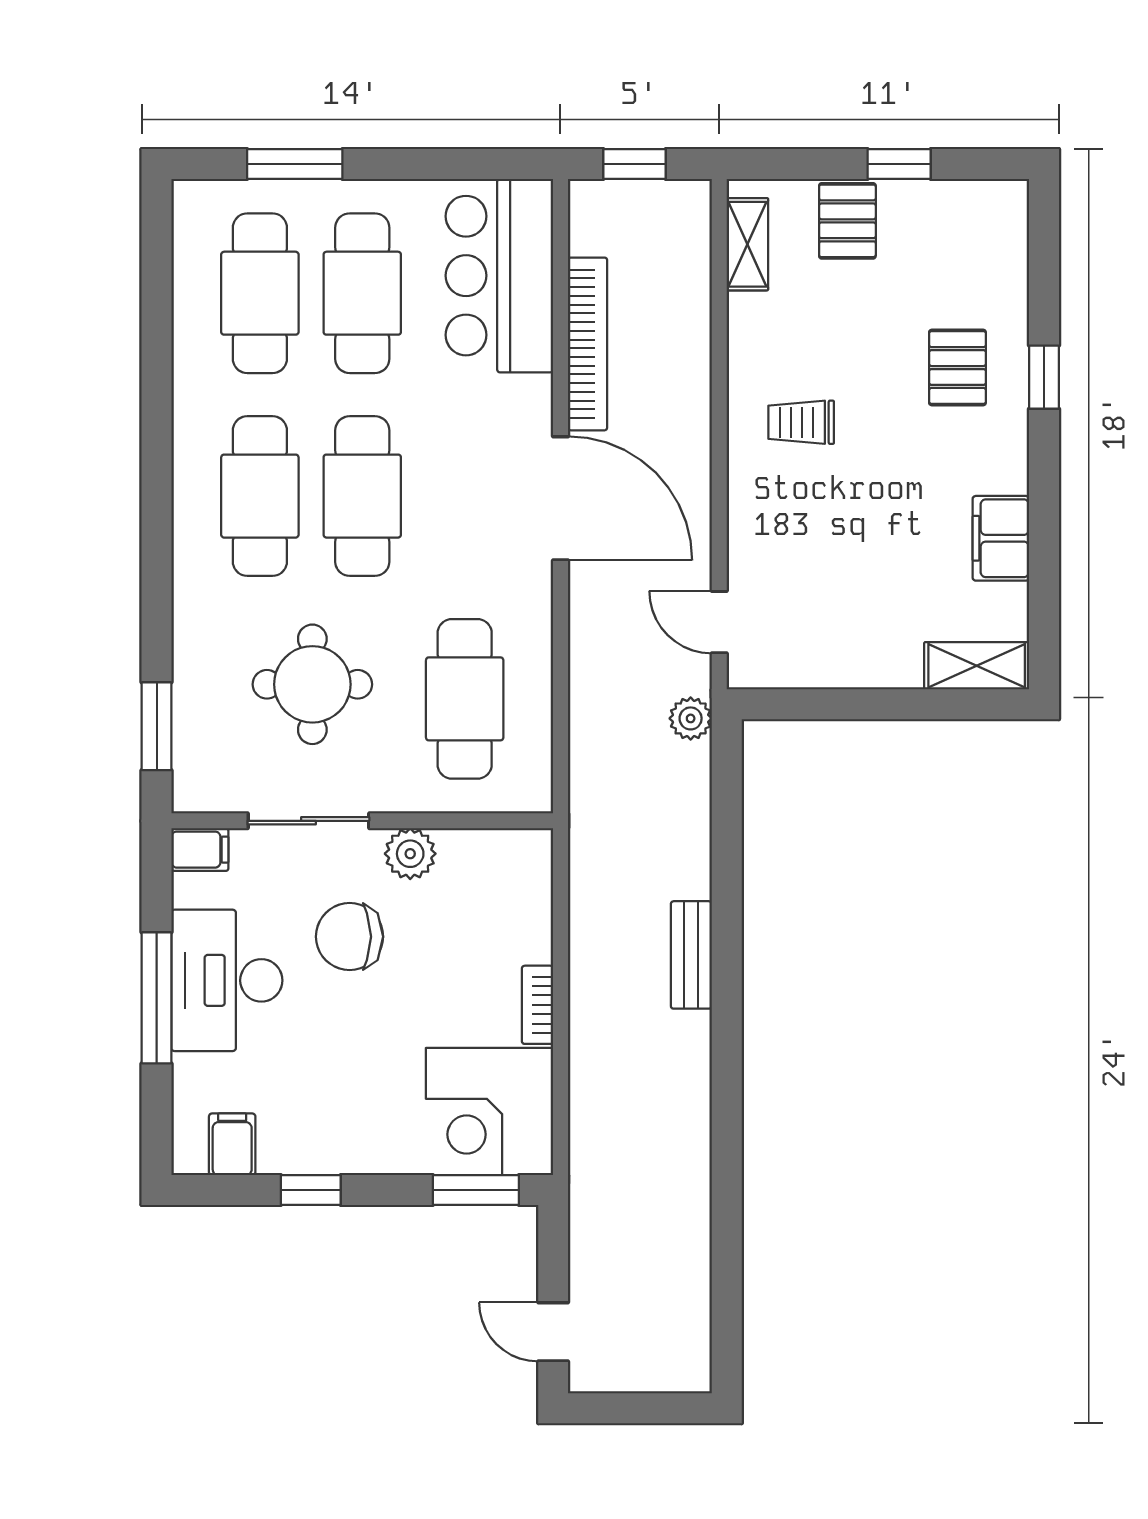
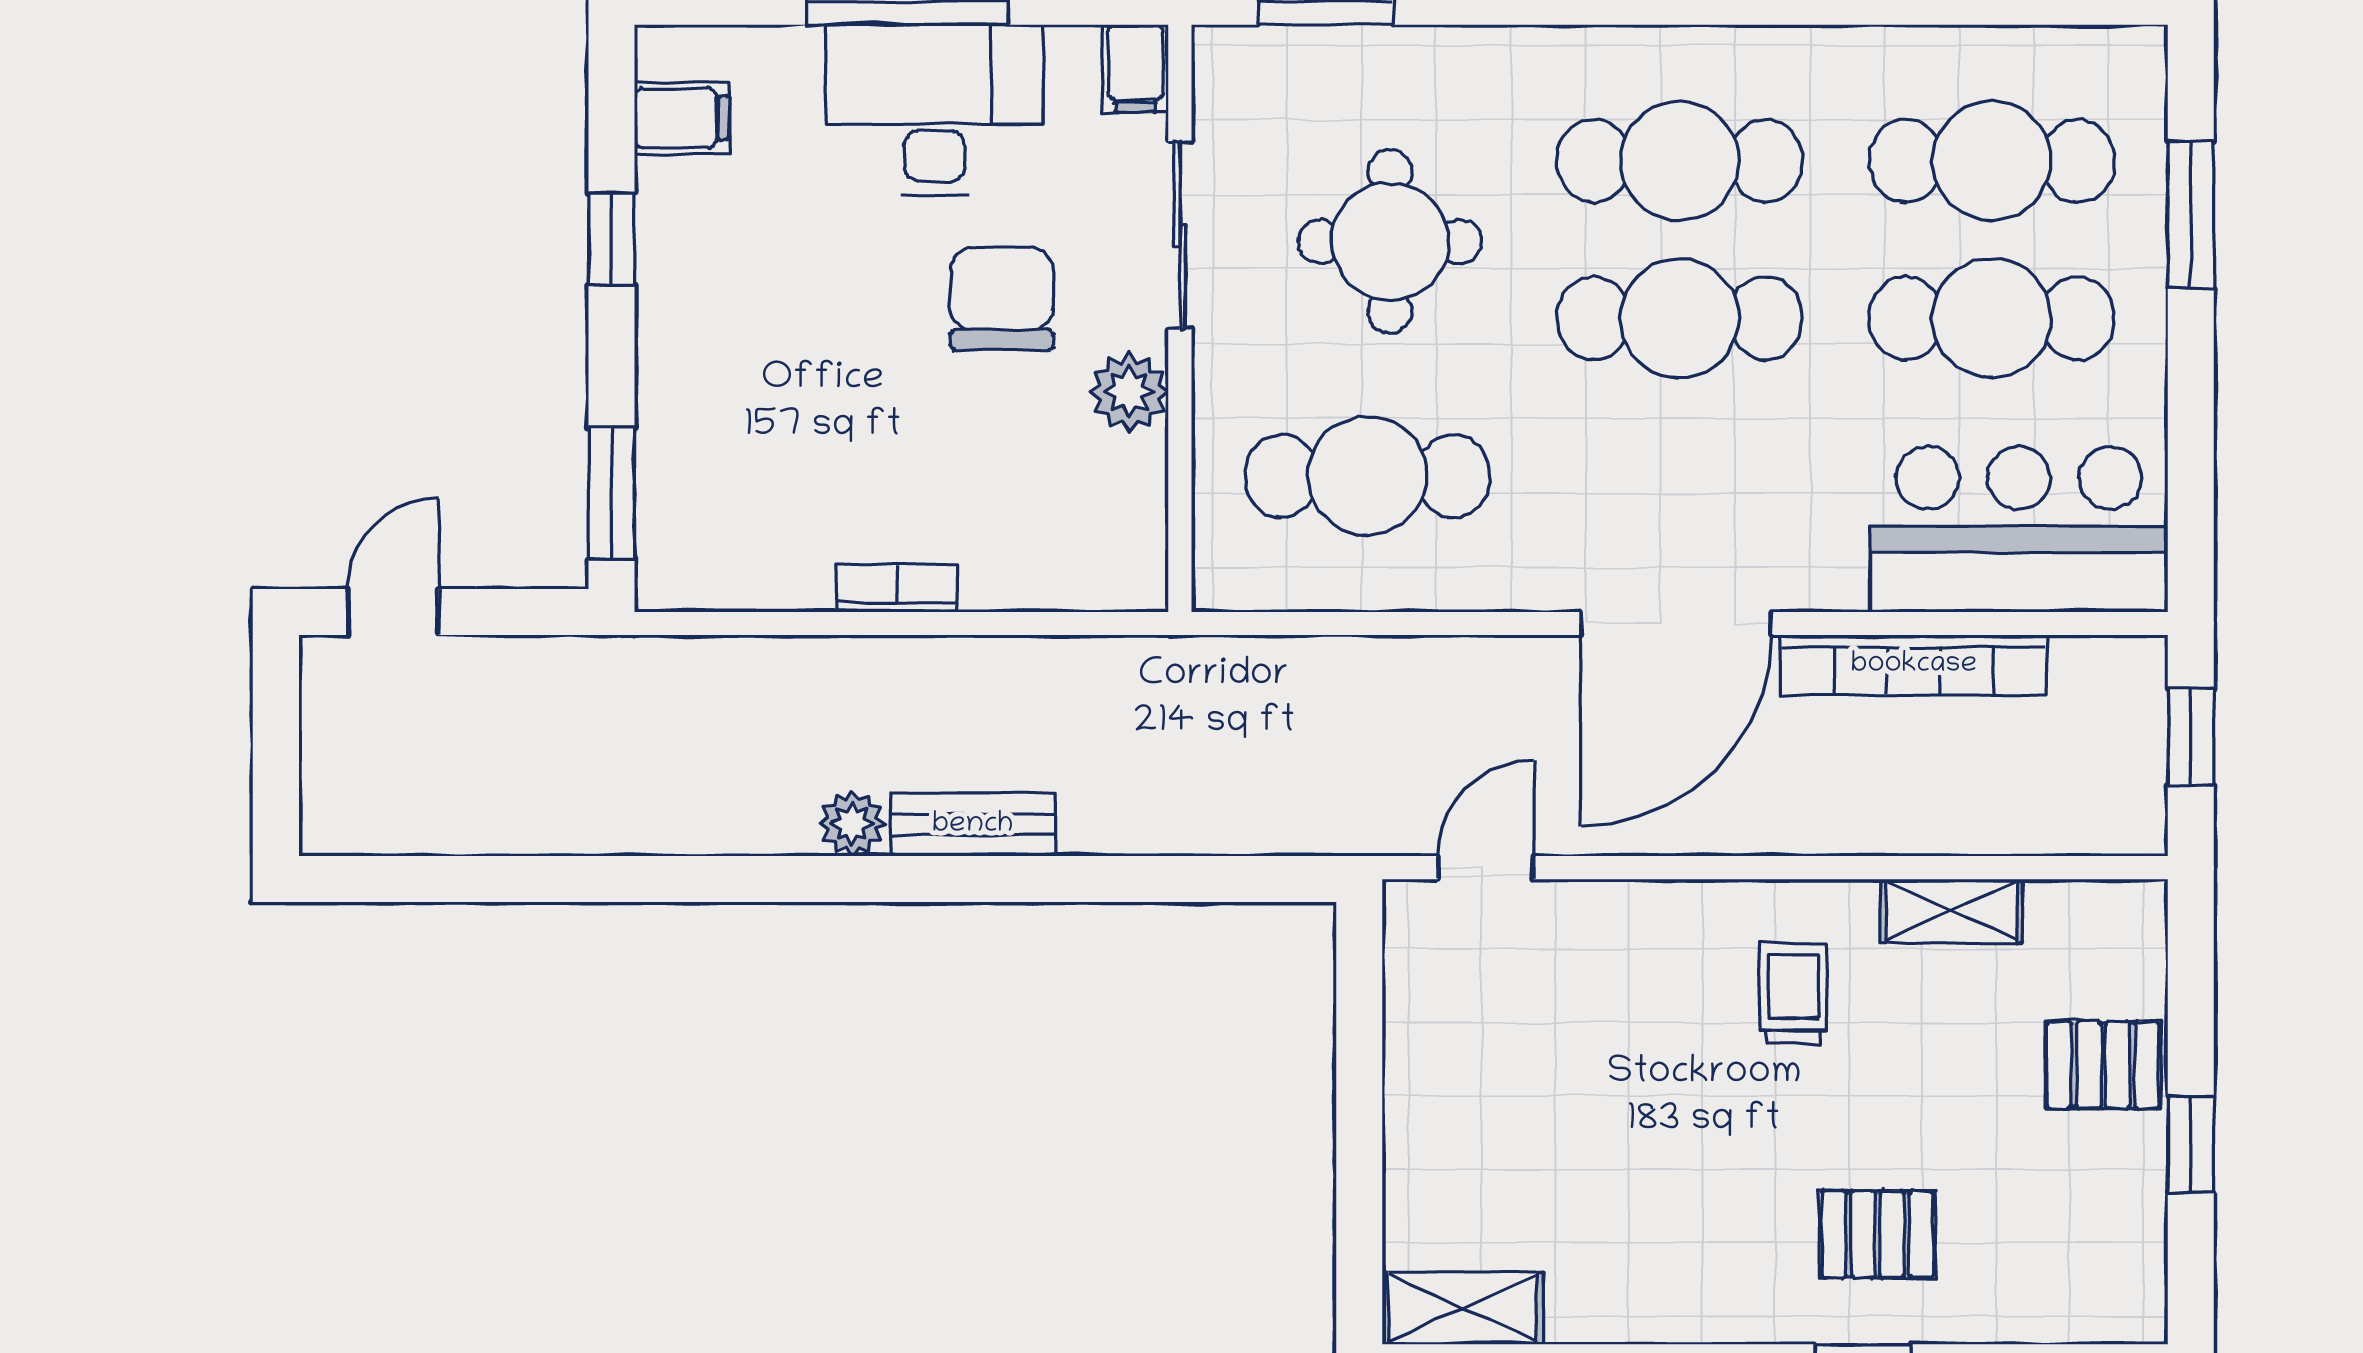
shelving: (747, 244) -> (1951, 911), moved
filing cabinet: (1001, 538) -> (1615, 1301), removed
shelving: (977, 666) -> (1463, 1308), moved, turned 90
plant: (691, 718) -> (852, 824), moved
corner desk: (489, 1112) -> (732, 514), removed

